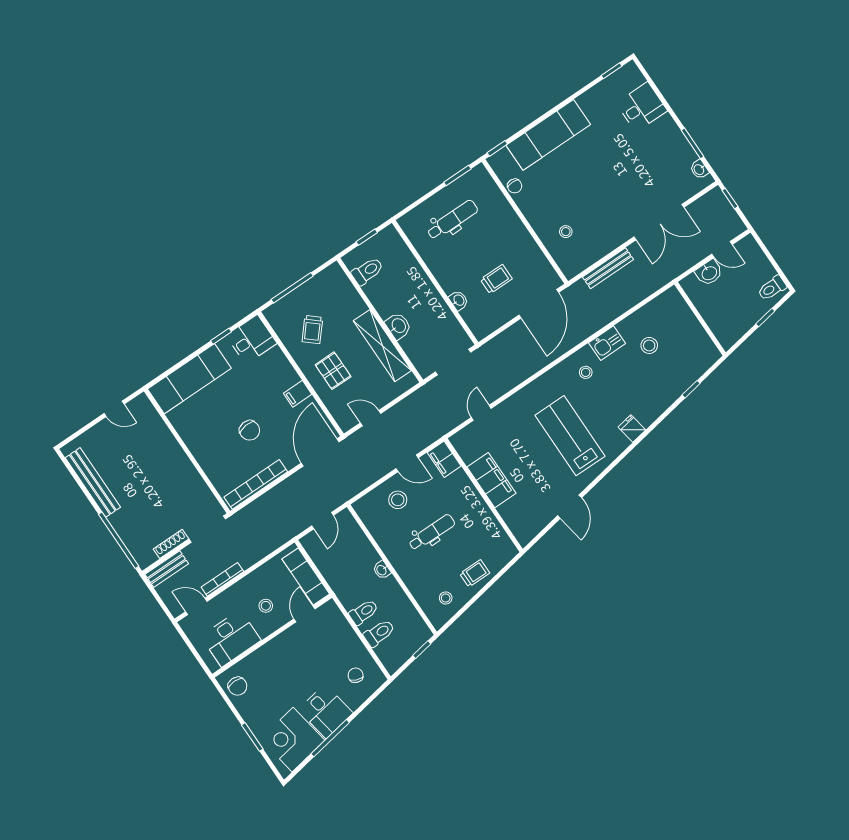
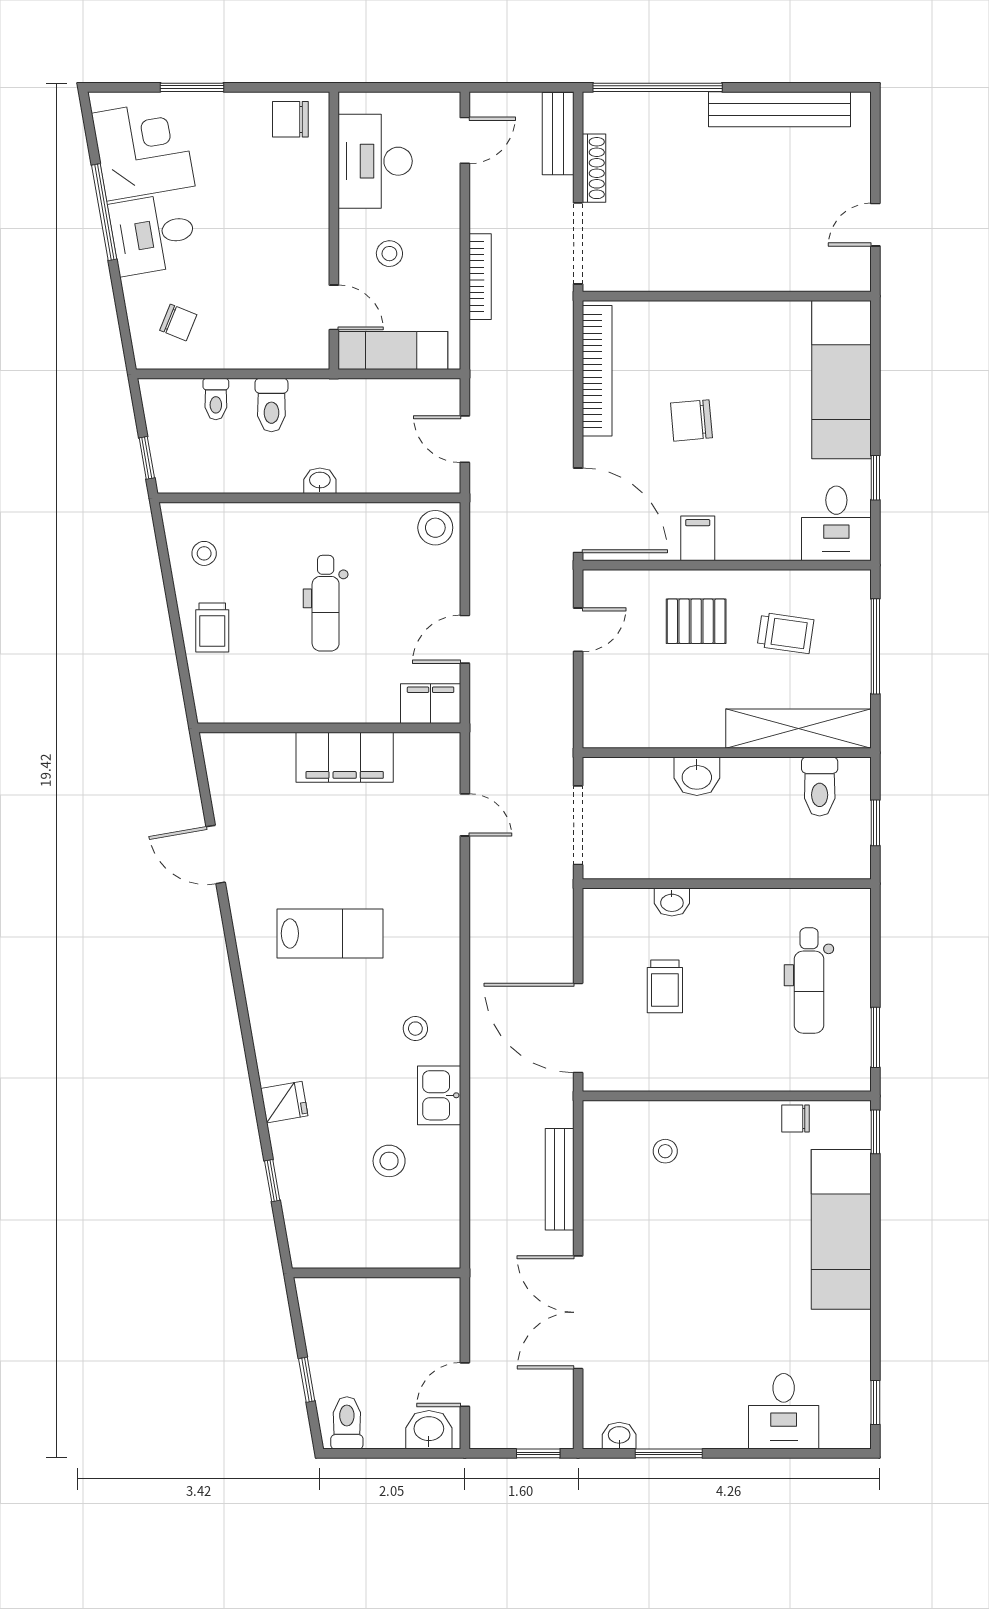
washbasin: (709, 273) -> (429, 1430), moved, turned 90
trolley: (312, 330) -> (785, 633), turned 147
shelving: (382, 346) -> (799, 729), moved
fridge: (632, 428) -> (284, 1102), moved
lab bench: (570, 436) -> (330, 933), width x0.73, depth x0.72
stool: (398, 500) -> (435, 528), moved
bookcase: (222, 579) -> (480, 277), moved
toilet: (379, 633) -> (216, 399), width x0.73, depth x0.72

